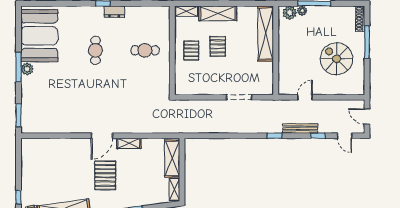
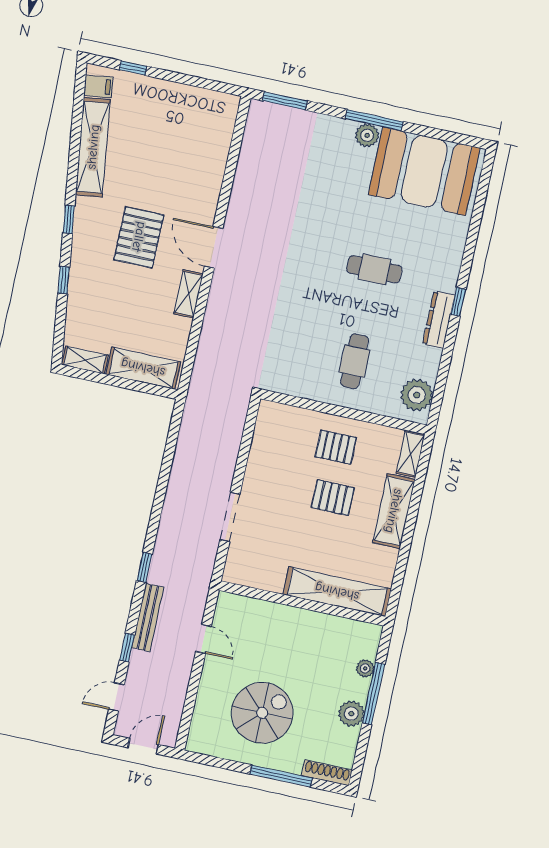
dresser: (114, 12) -> (439, 320), width x1.44
plant: (290, 13) -> (351, 714), moved
plant: (155, 14) -> (417, 395), added
pallet: (105, 175) -> (139, 237), turned 90

